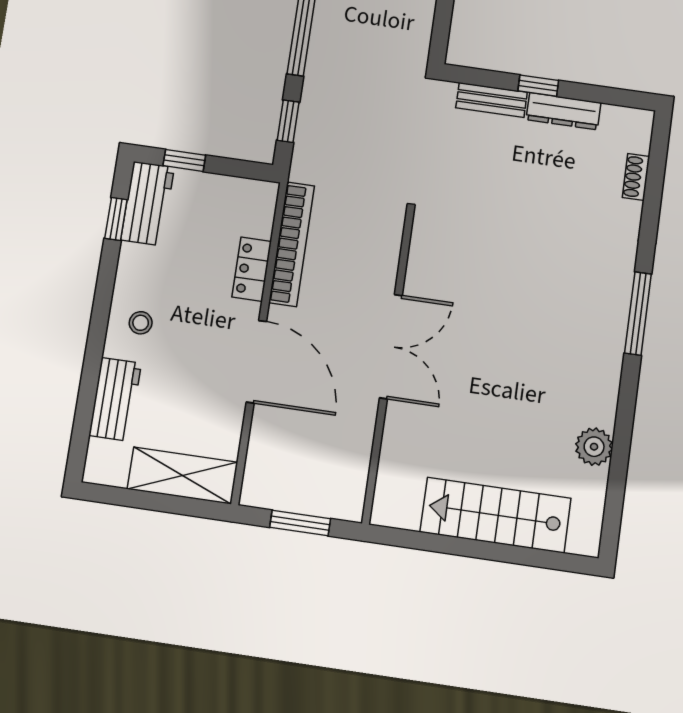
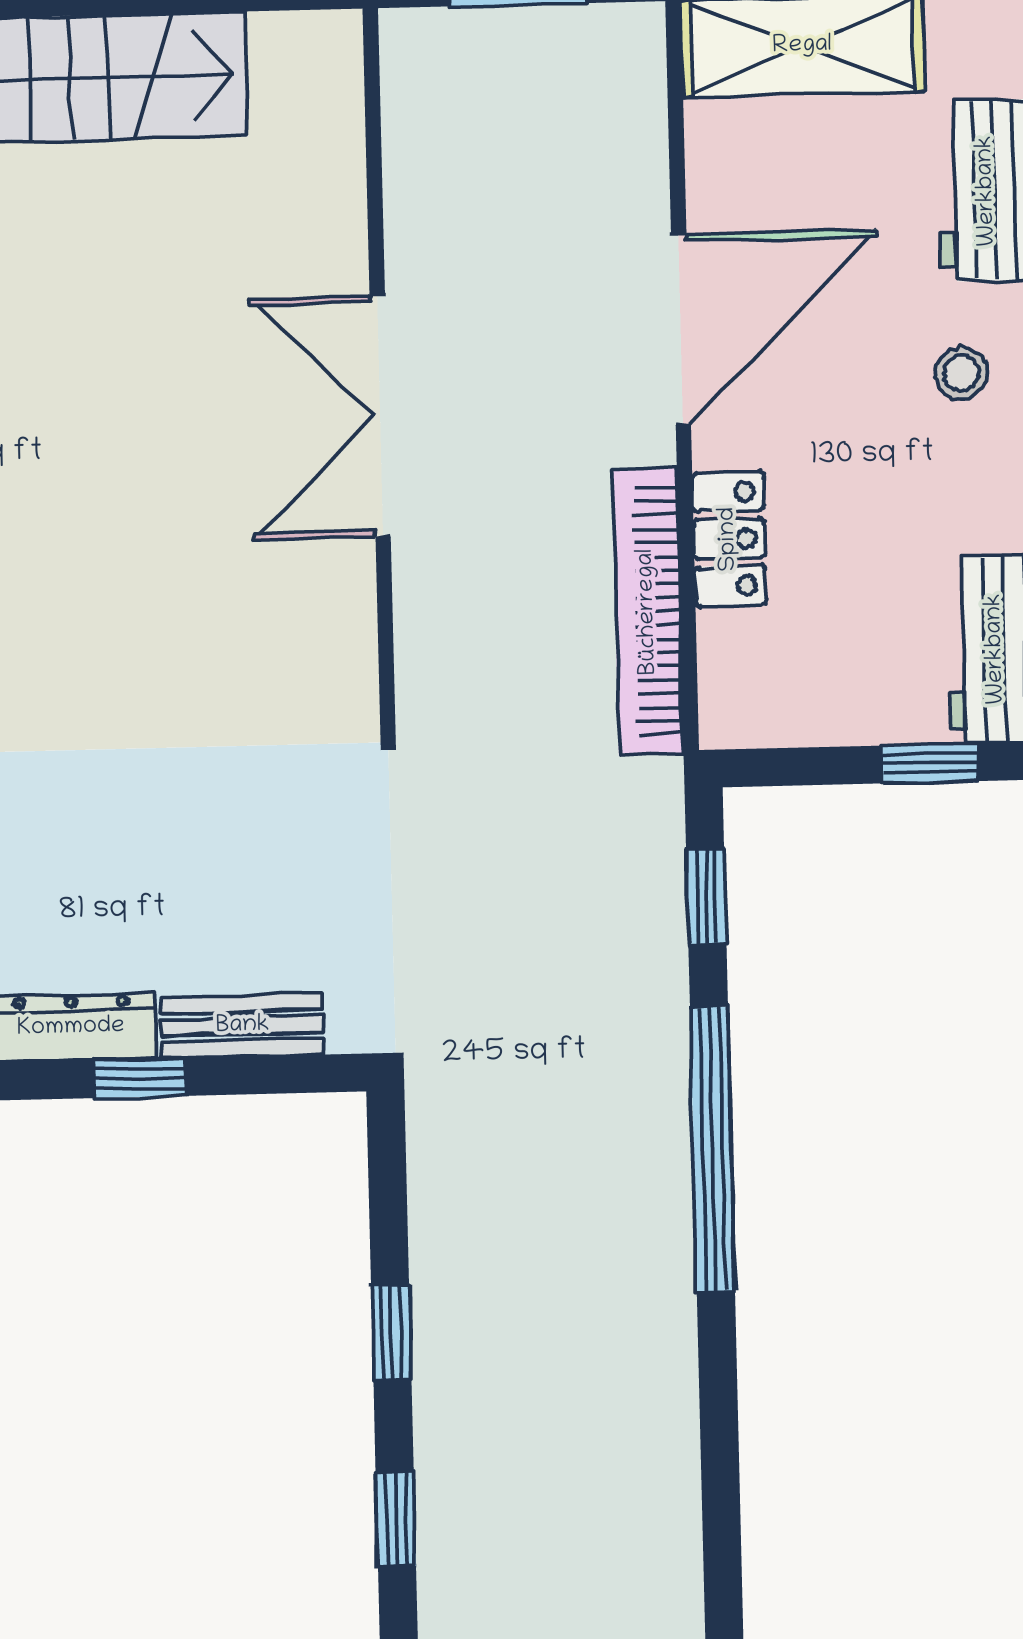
door: (256, 362) -> (681, 330), swing flipped

